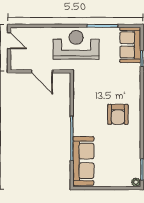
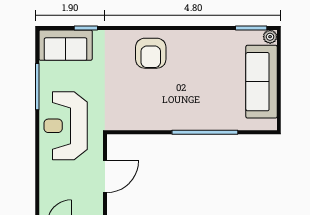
armchair: (118, 114) -> (151, 53), moved, turned 90
sofa: (83, 161) -> (262, 82), moved, turned -90

